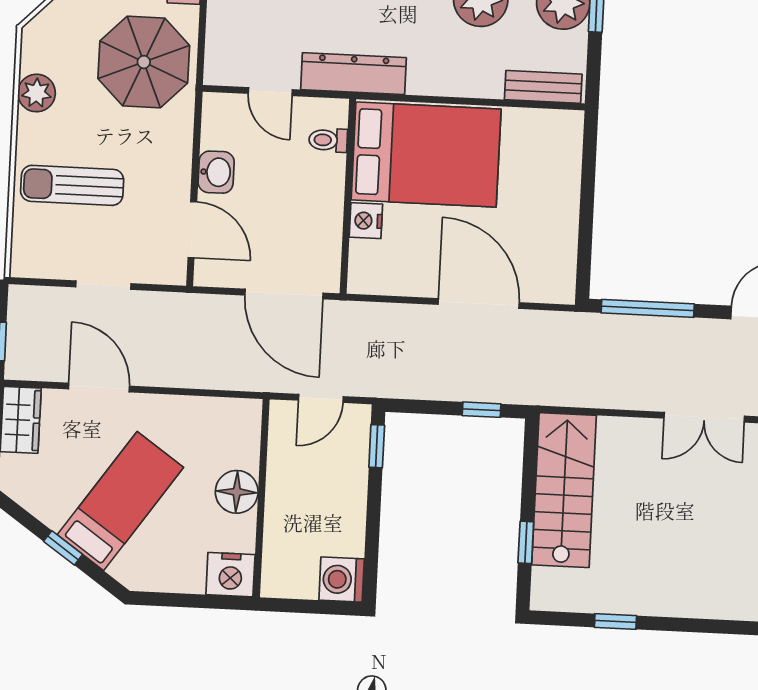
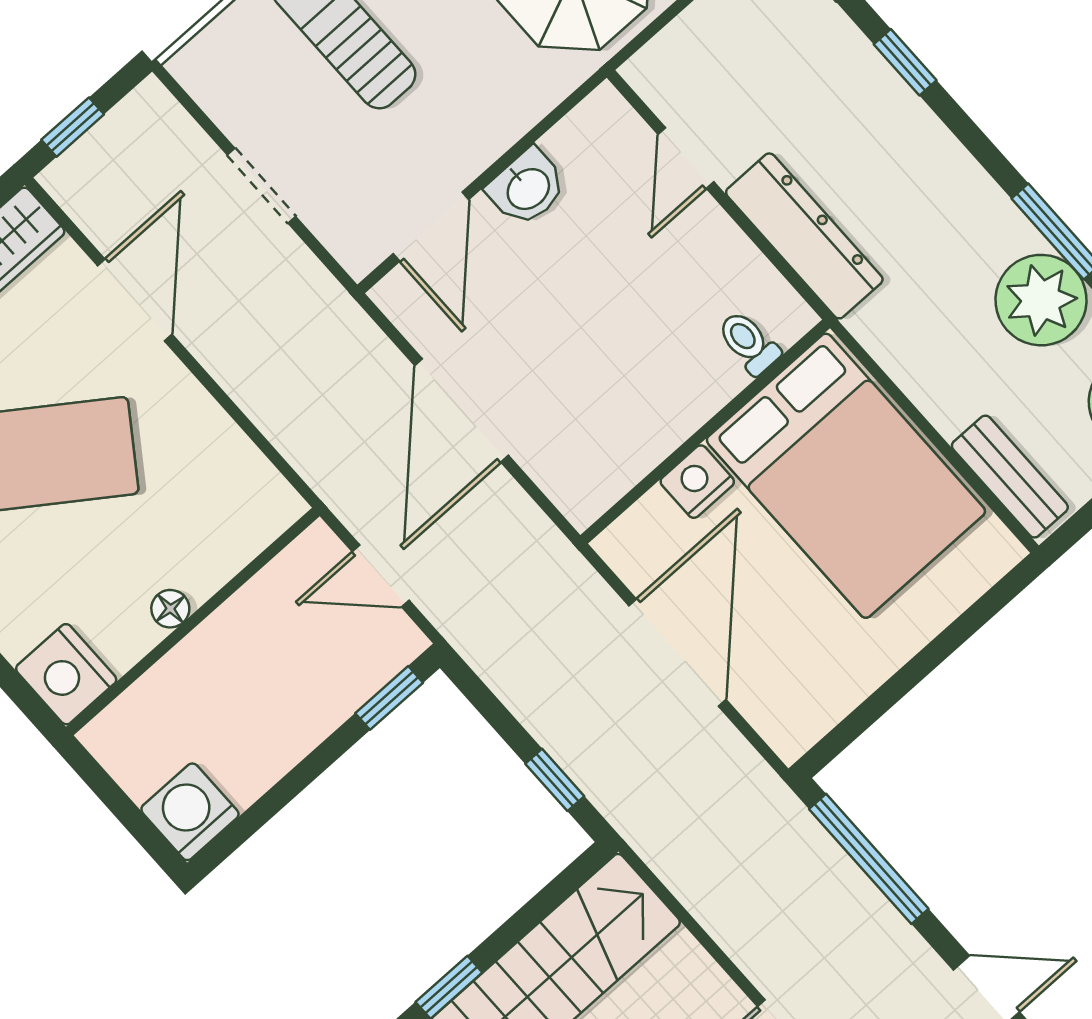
toilet: (328, 140) -> (749, 343), moved
bed: (426, 154) -> (846, 476), moved
wall: (348, 196) -> (705, 432), moved
nightstand: (366, 221) -> (697, 482), moved
floor lamp: (237, 492) -> (170, 609), width x0.53, depth x0.53

